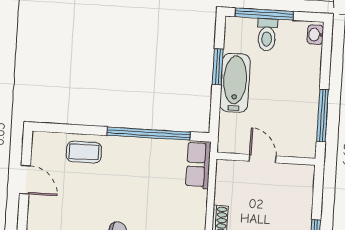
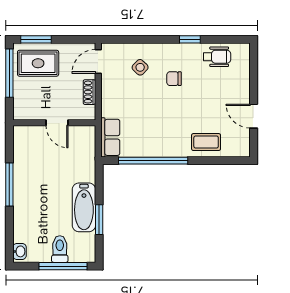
door: (263, 159) -> (57, 123), moved
wall: (266, 159) -> (54, 123), moved

